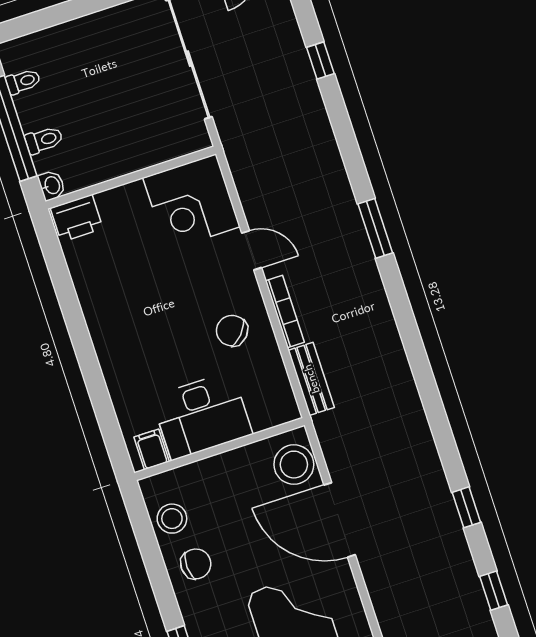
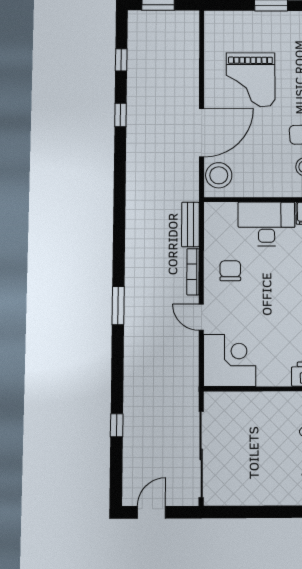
chair: (232, 331) -> (230, 271), turned -132
door: (340, 520) -> (202, 133), hinge flipped

